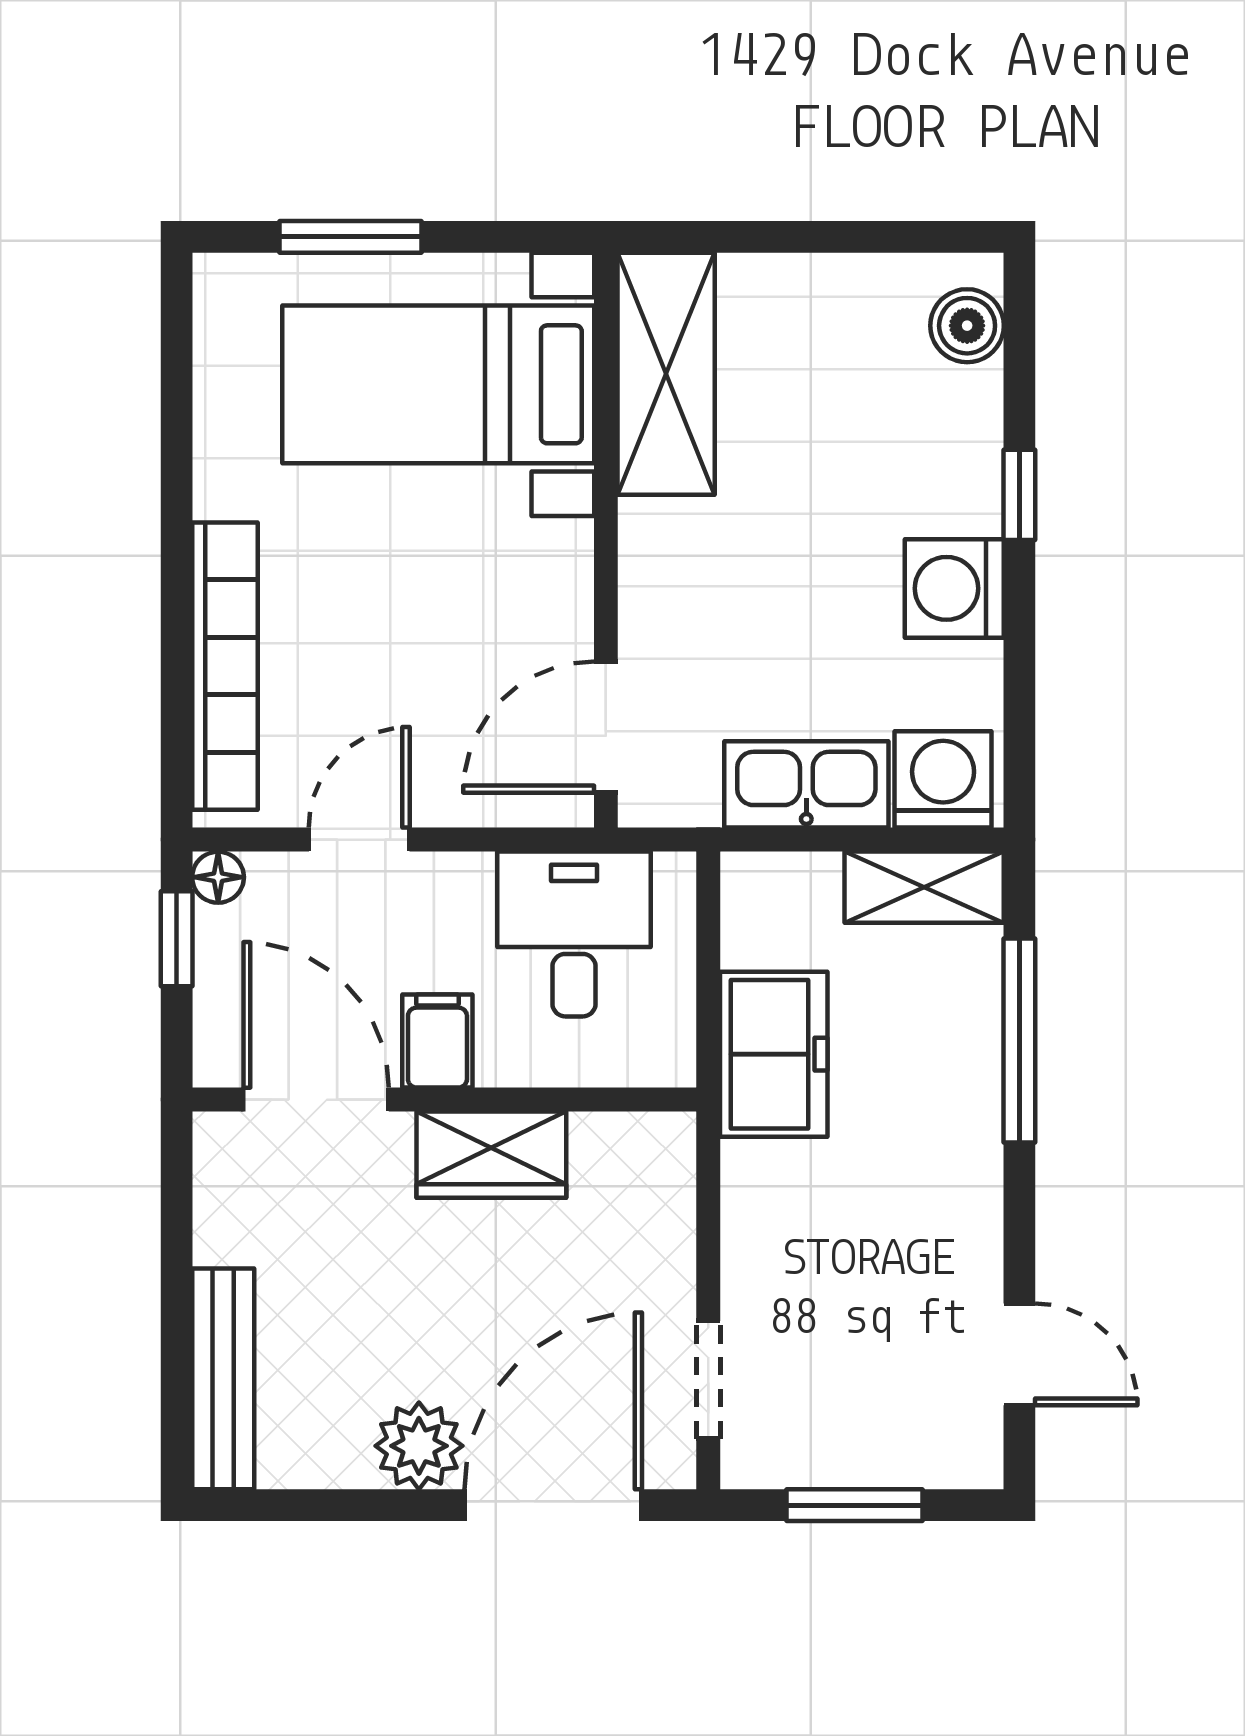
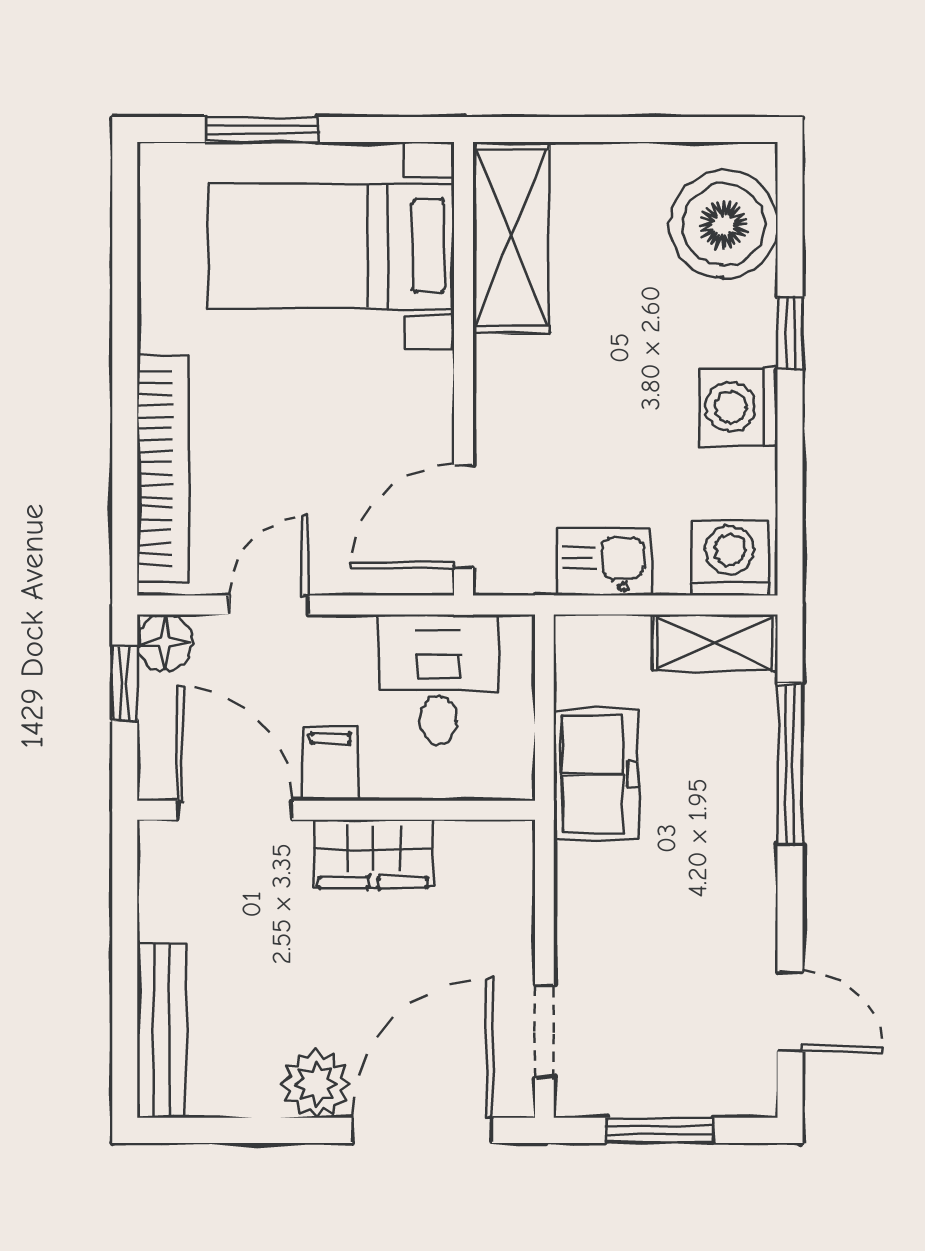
boiler: (967, 326) -> (724, 225), width x1.86, depth x1.86
kitchen sink: (806, 784) -> (604, 562), width x0.73
floor lamp: (218, 877) -> (165, 642), width x1.37, depth x1.37

